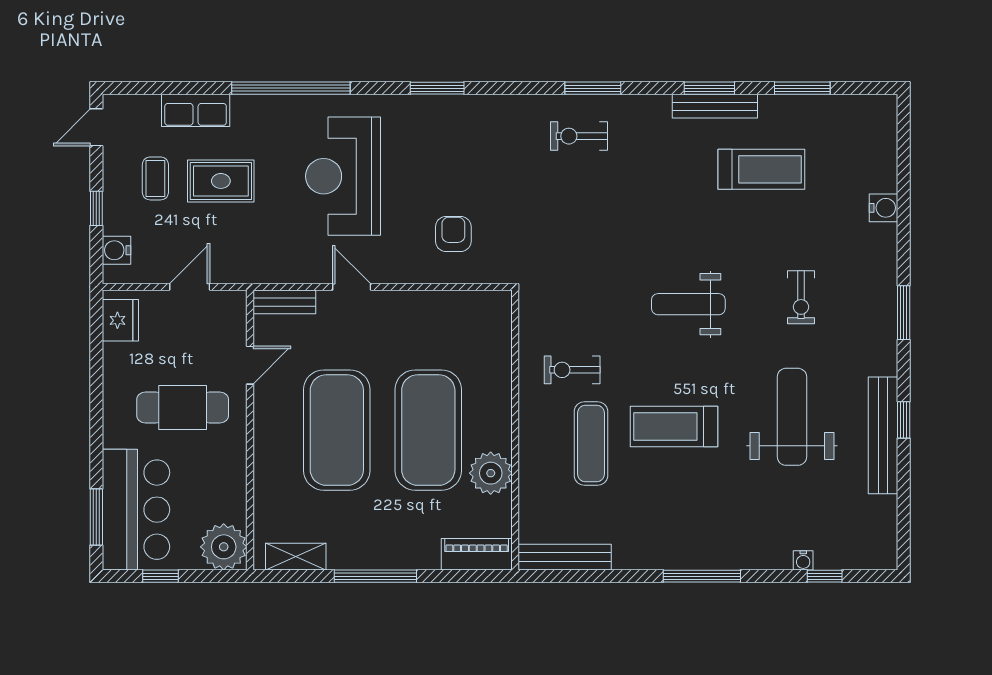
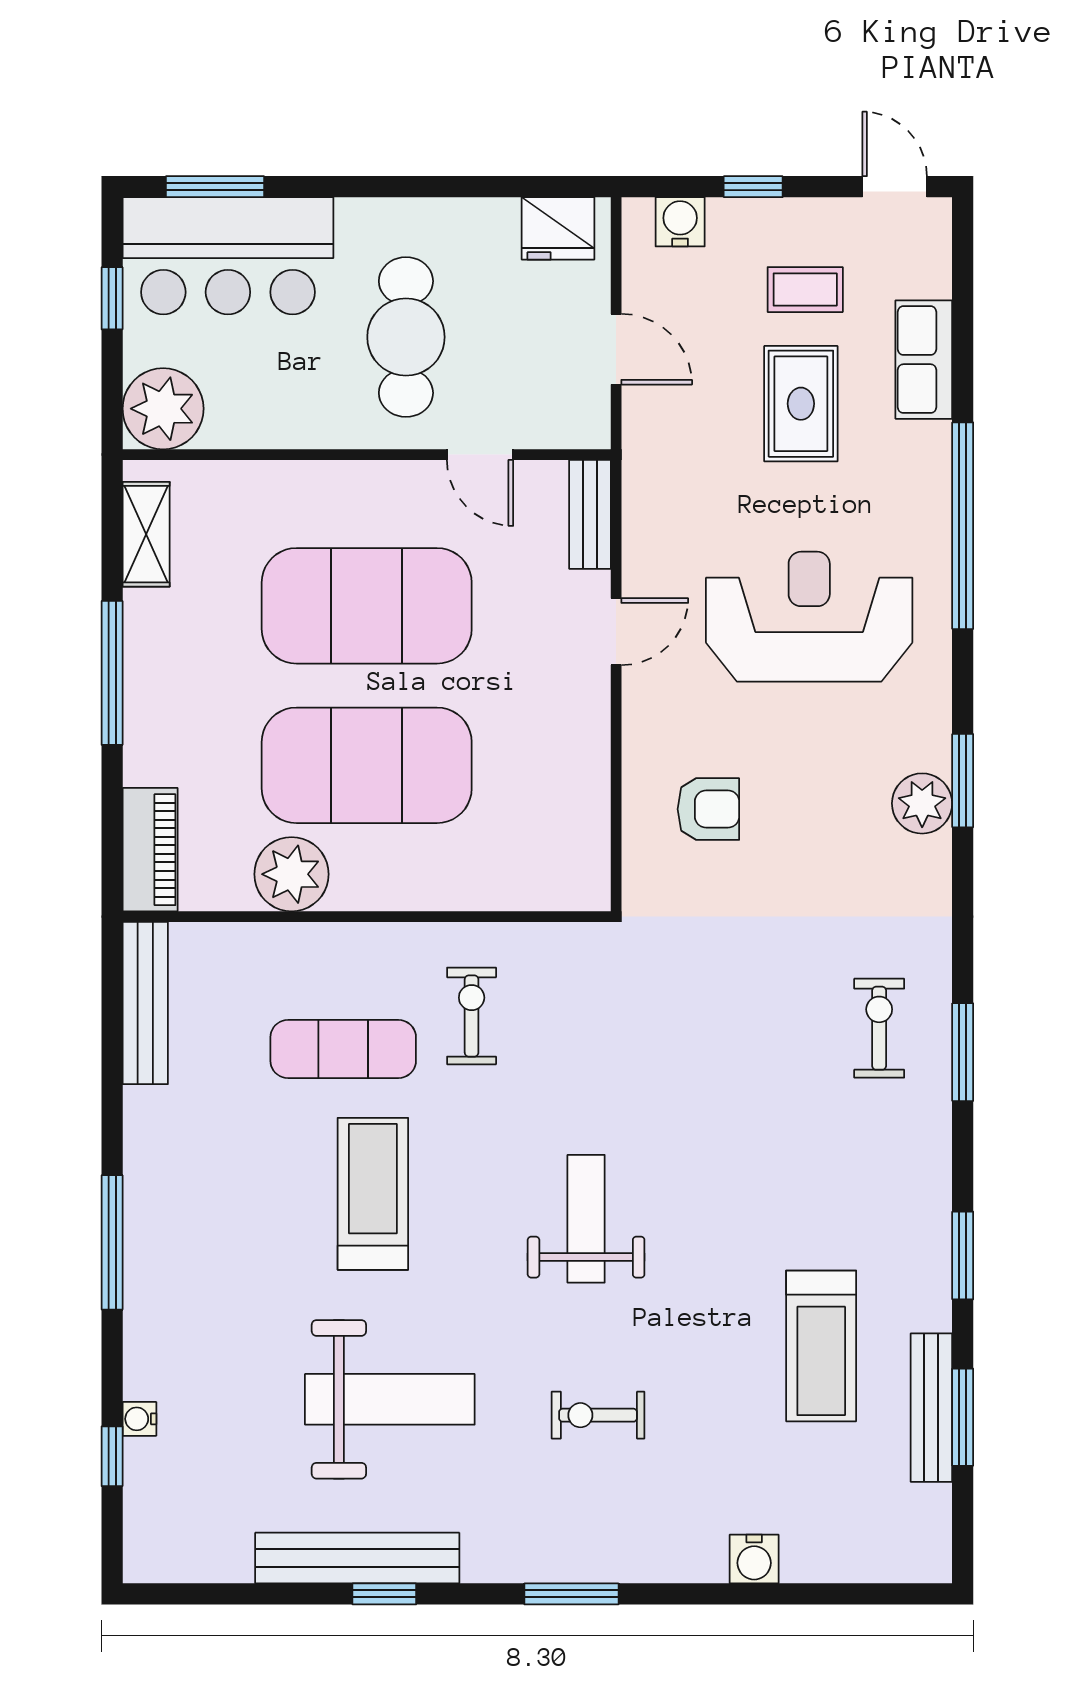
bench: (715, 106) -> (931, 1408), moved
plant: (450, 111) -> (922, 803), added

